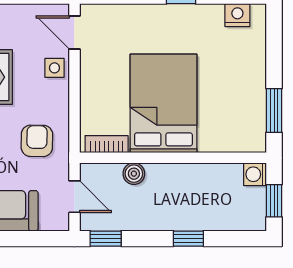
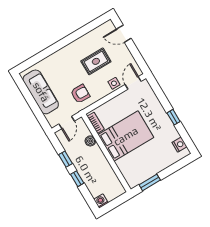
washing machine: (255, 174) -> (101, 201), moved
window: (274, 201) -> (113, 204), removed
window: (106, 239) -> (66, 159), moved

